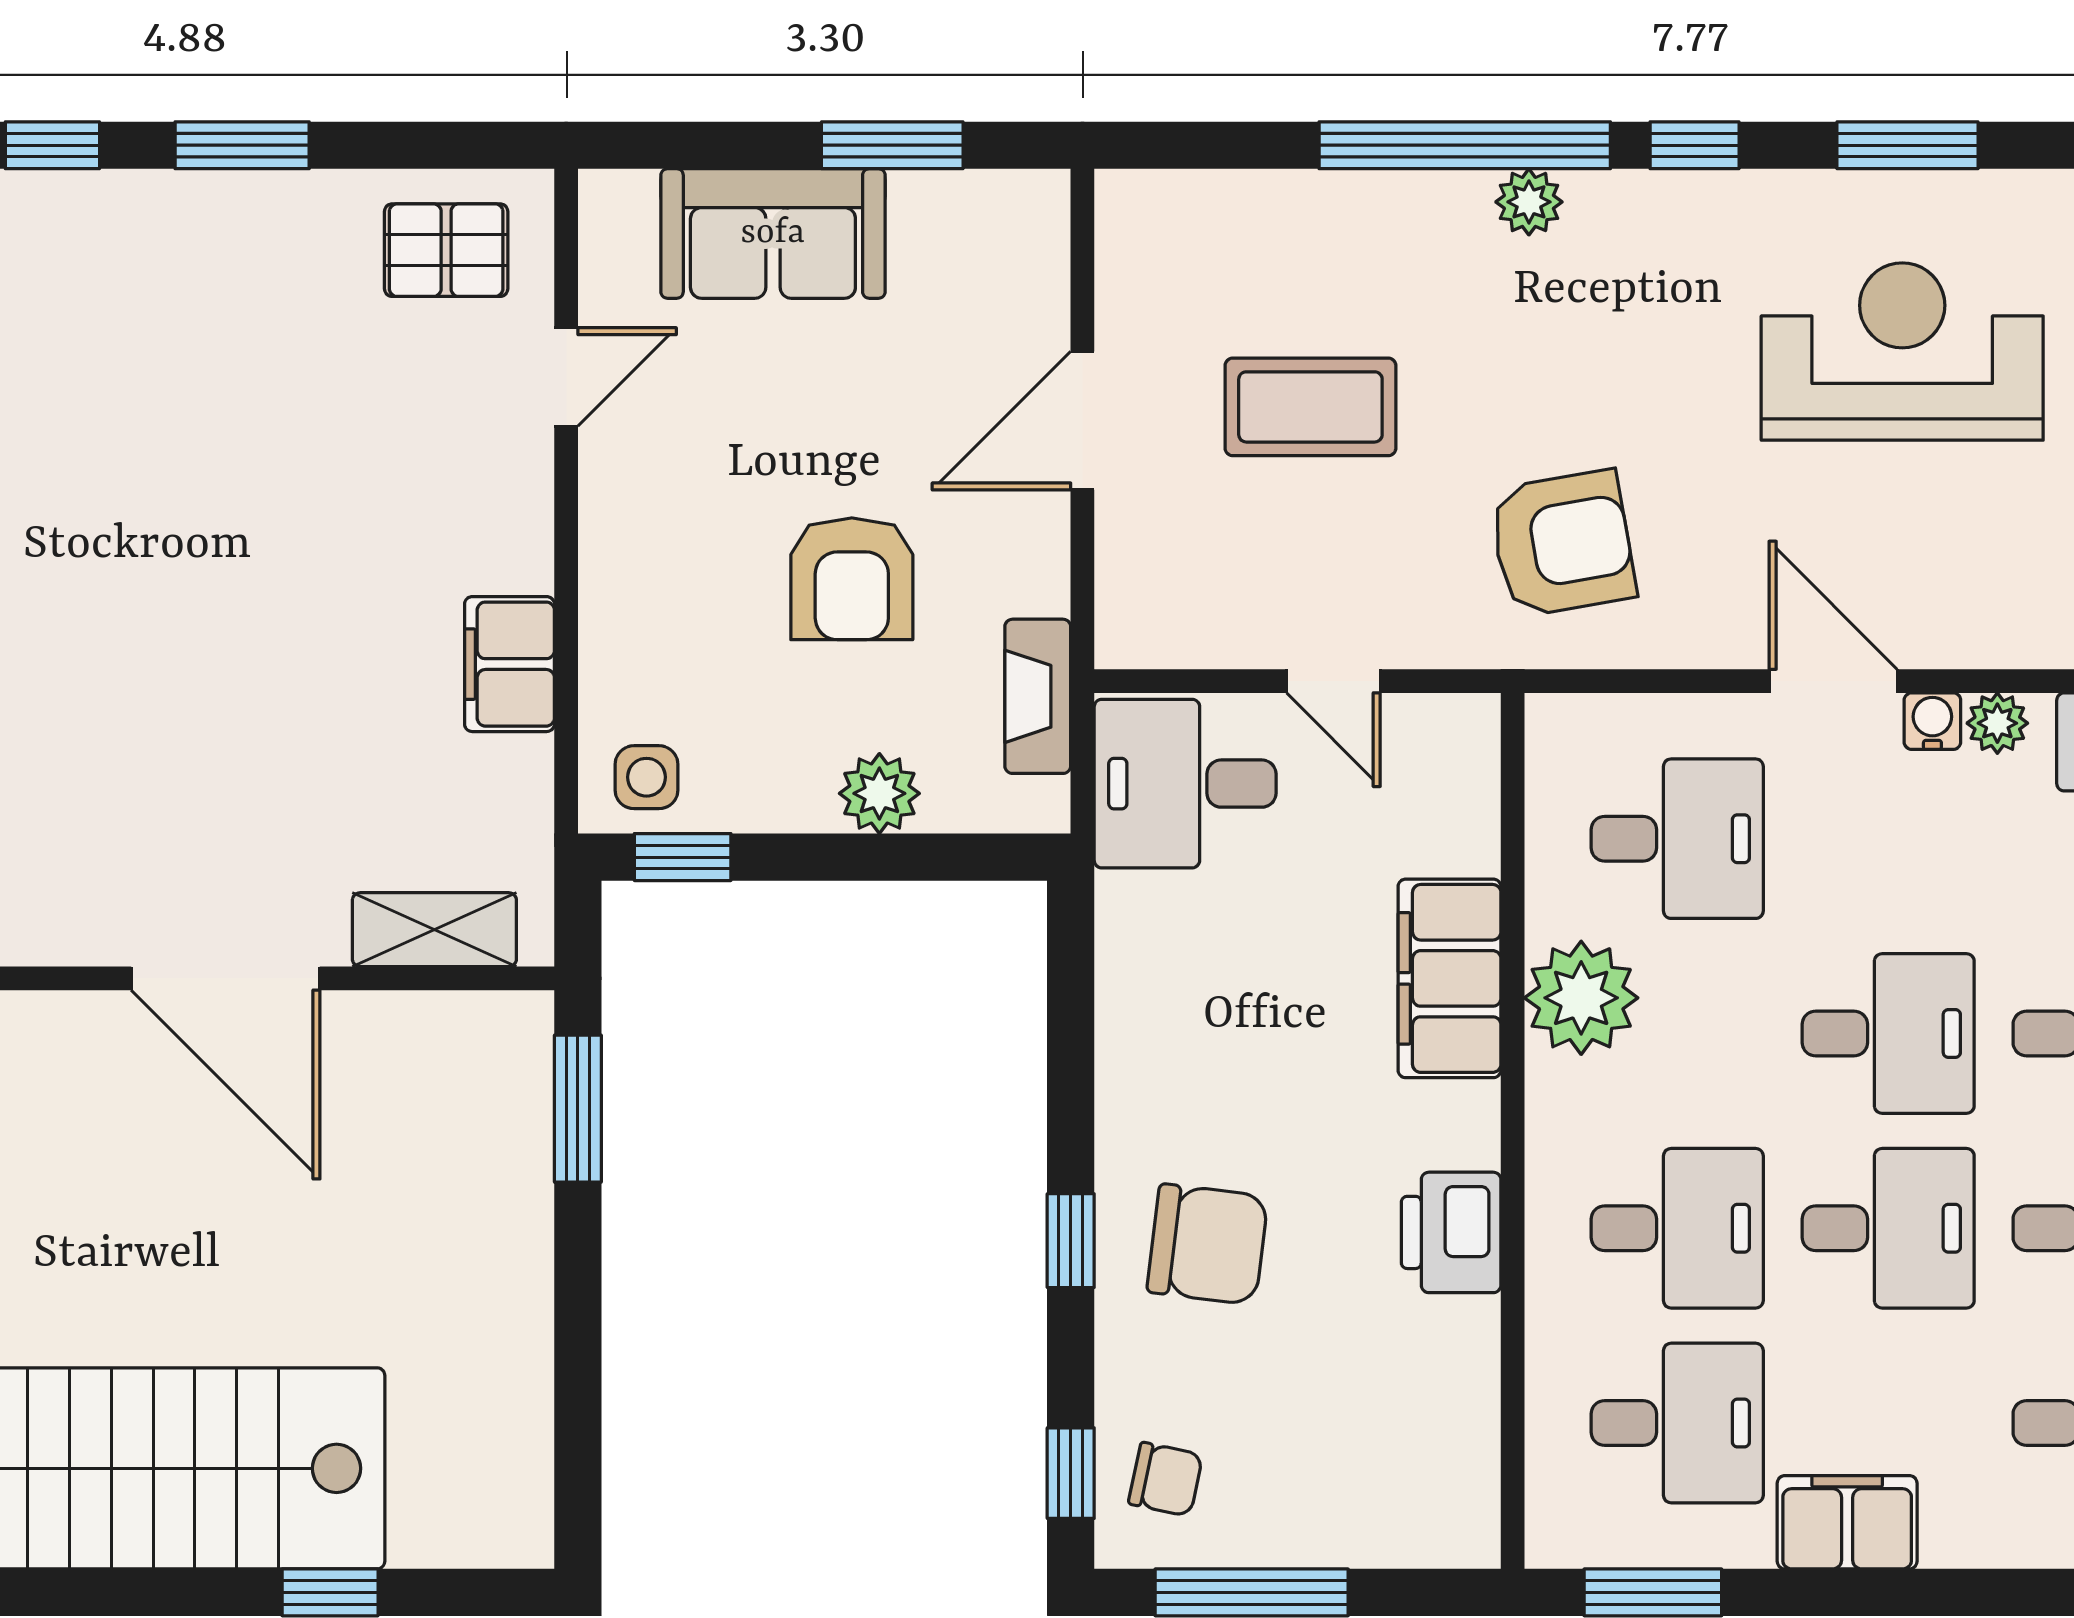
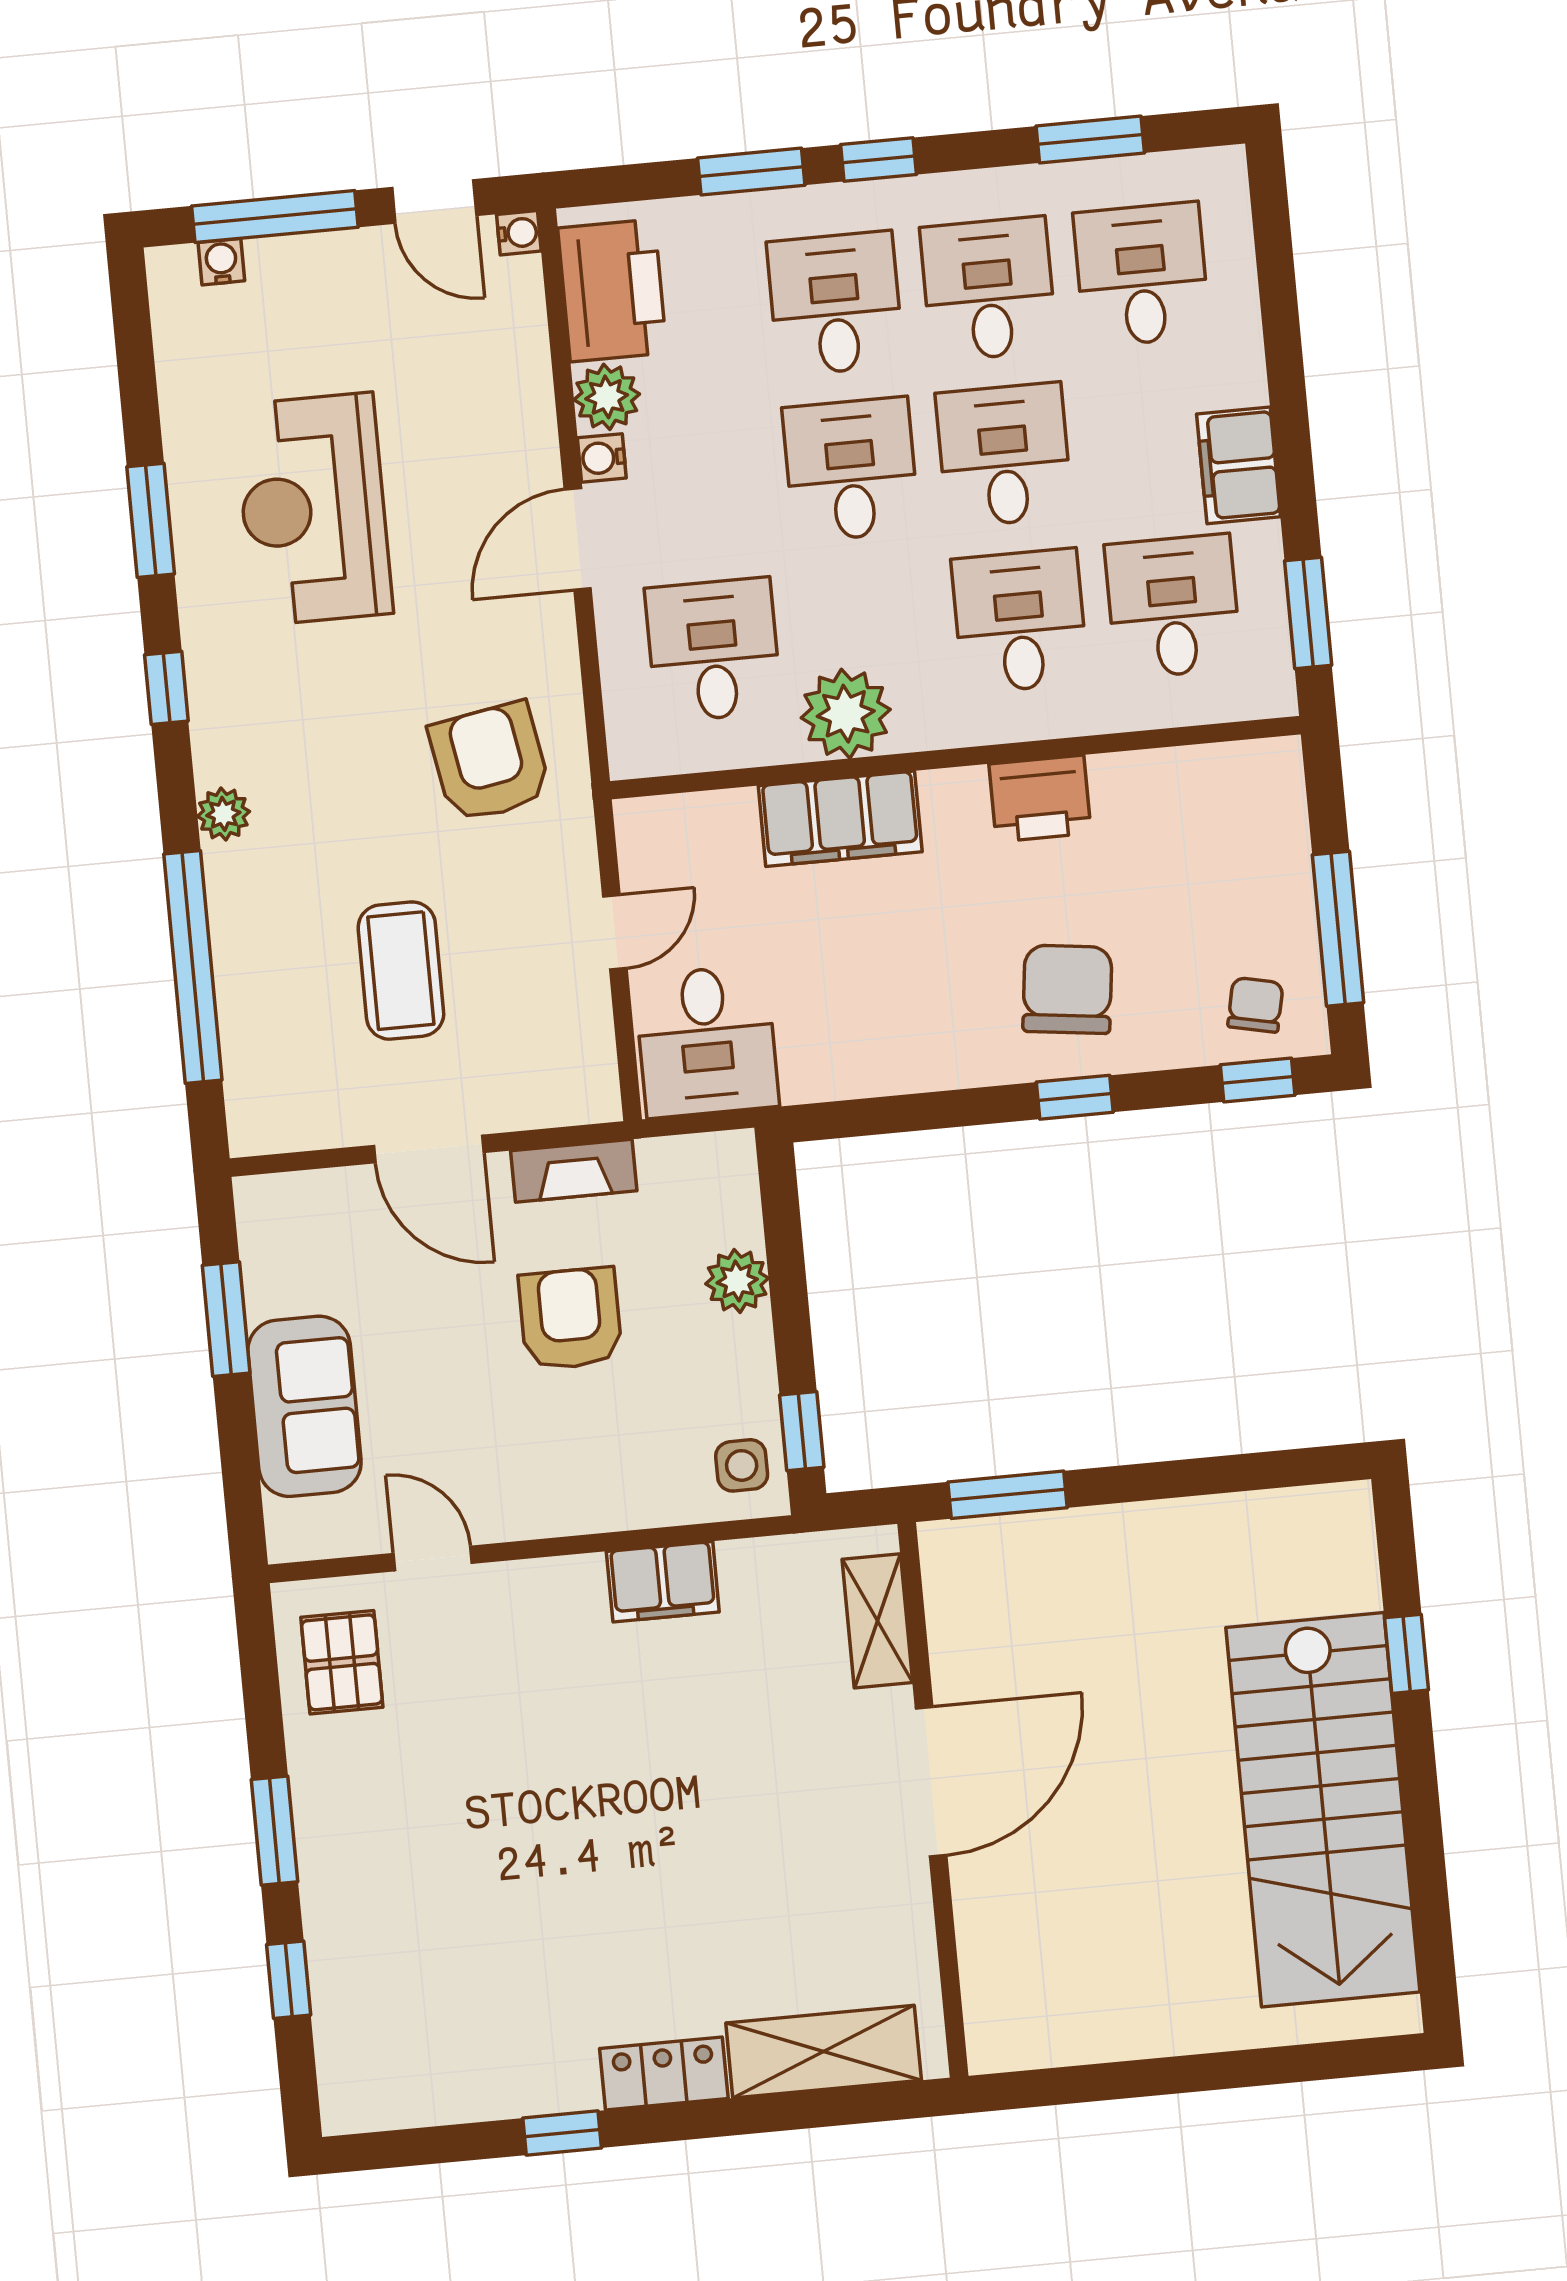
window: (1465, 145) -> (193, 967), moved
armchair: (852, 579) -> (570, 1319), turned -90
fireplace: (1038, 696) -> (574, 1171), moved
plant: (1997, 723) -> (607, 397), width x1.38, depth x1.38

